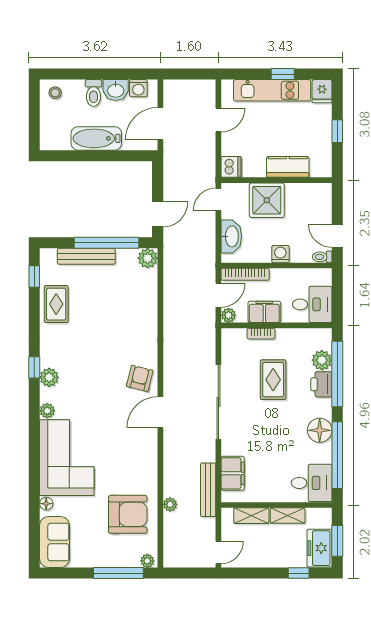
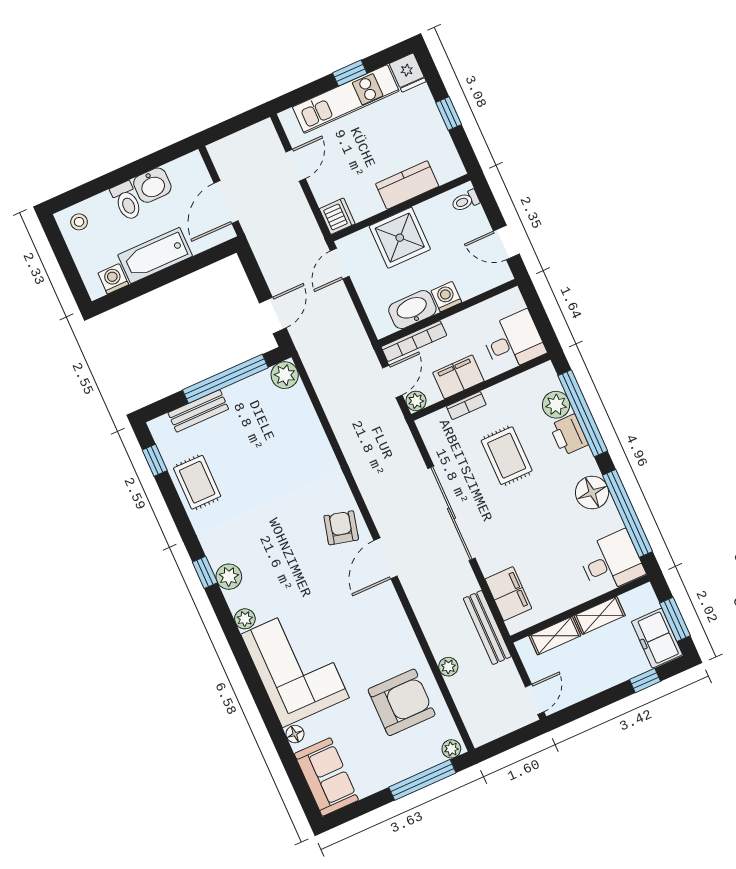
washing machine: (138, 88) -> (113, 279), moved, turned 180
washbasin: (231, 236) -> (412, 310), moved, turned -90
bench: (86, 256) -> (198, 411), width x0.73
toilet: (322, 257) -> (465, 201), moved

